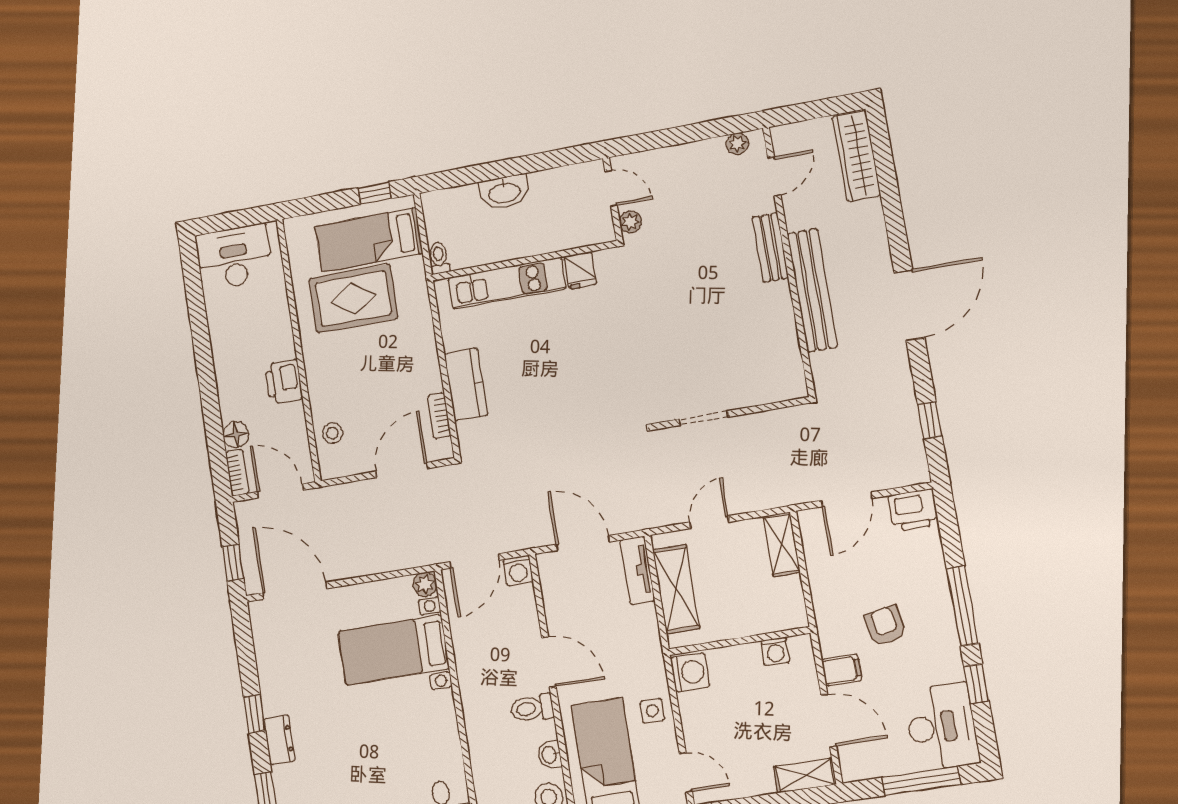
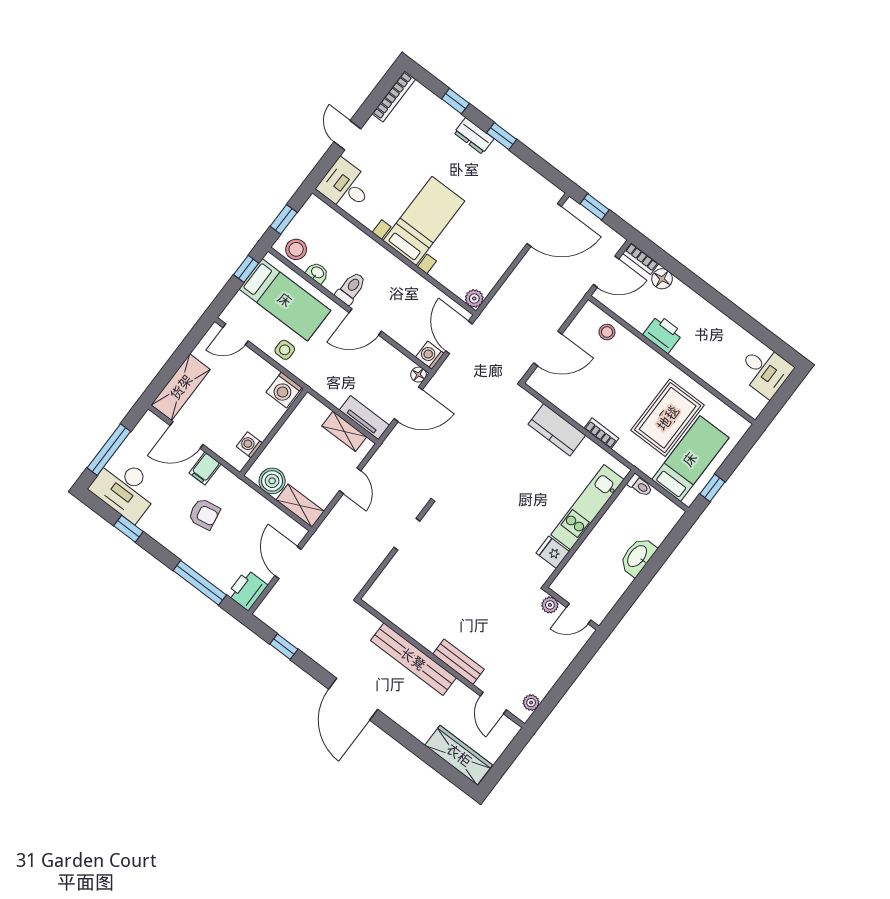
desk: (234, 257) -> (765, 370), width x0.73
bookcase: (439, 416) -> (601, 433), moved
door: (402, 470) -> (548, 349), hinge flipped
floor lamp: (546, 562) -> (418, 375), added
shelving: (676, 589) -> (344, 431), width x0.67, depth x0.75
boiler: (786, 595) -> (272, 481), added
window: (963, 606) -> (200, 583), moved
bed with nightstands: (394, 650) -> (424, 221), moved
shelving: (805, 776) -> (181, 387), width x1.50, depth x1.33

